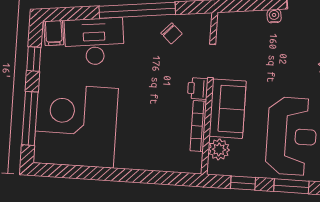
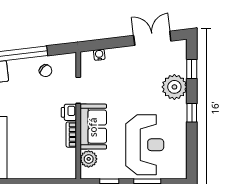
water cooler: (274, 16) -> (99, 55), moved
bookcase: (198, 126) -> (71, 135), width x0.64

